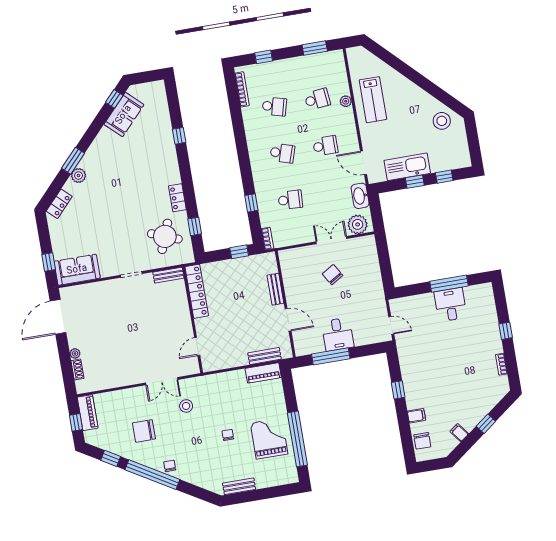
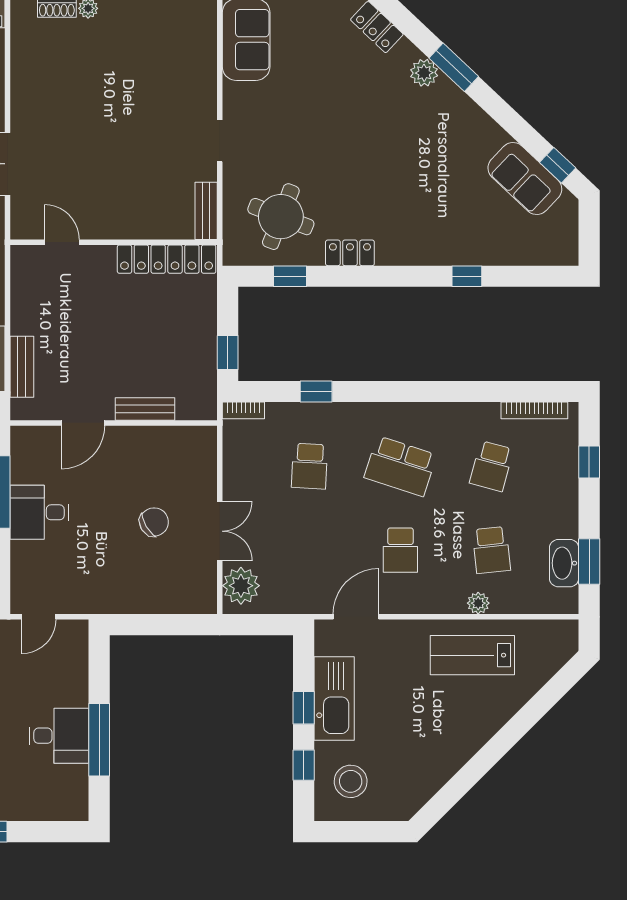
stool: (442, 121) -> (351, 781), moved
school desk: (282, 153) -> (400, 466), width x1.85
washbasin: (360, 196) -> (564, 563), moved, turned -90

